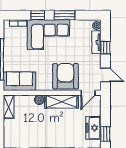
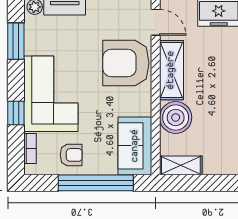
window: (64, 15) -> (16, 41), moved
armchair: (14, 46) -> (71, 155), added
boiler: (39, 100) -> (176, 117), width x1.86, depth x1.86

